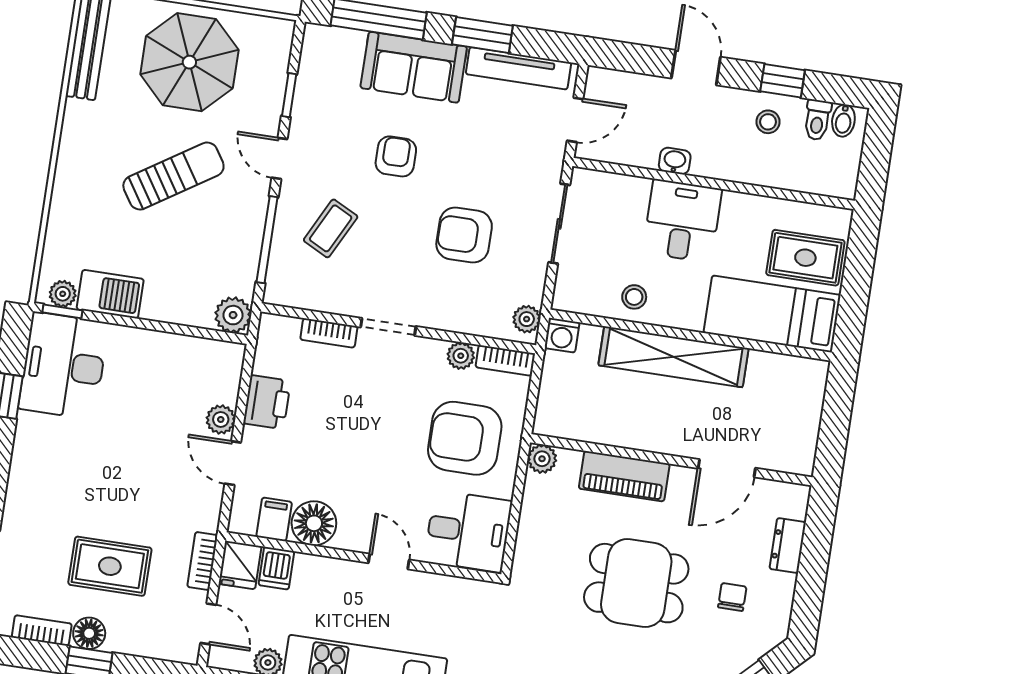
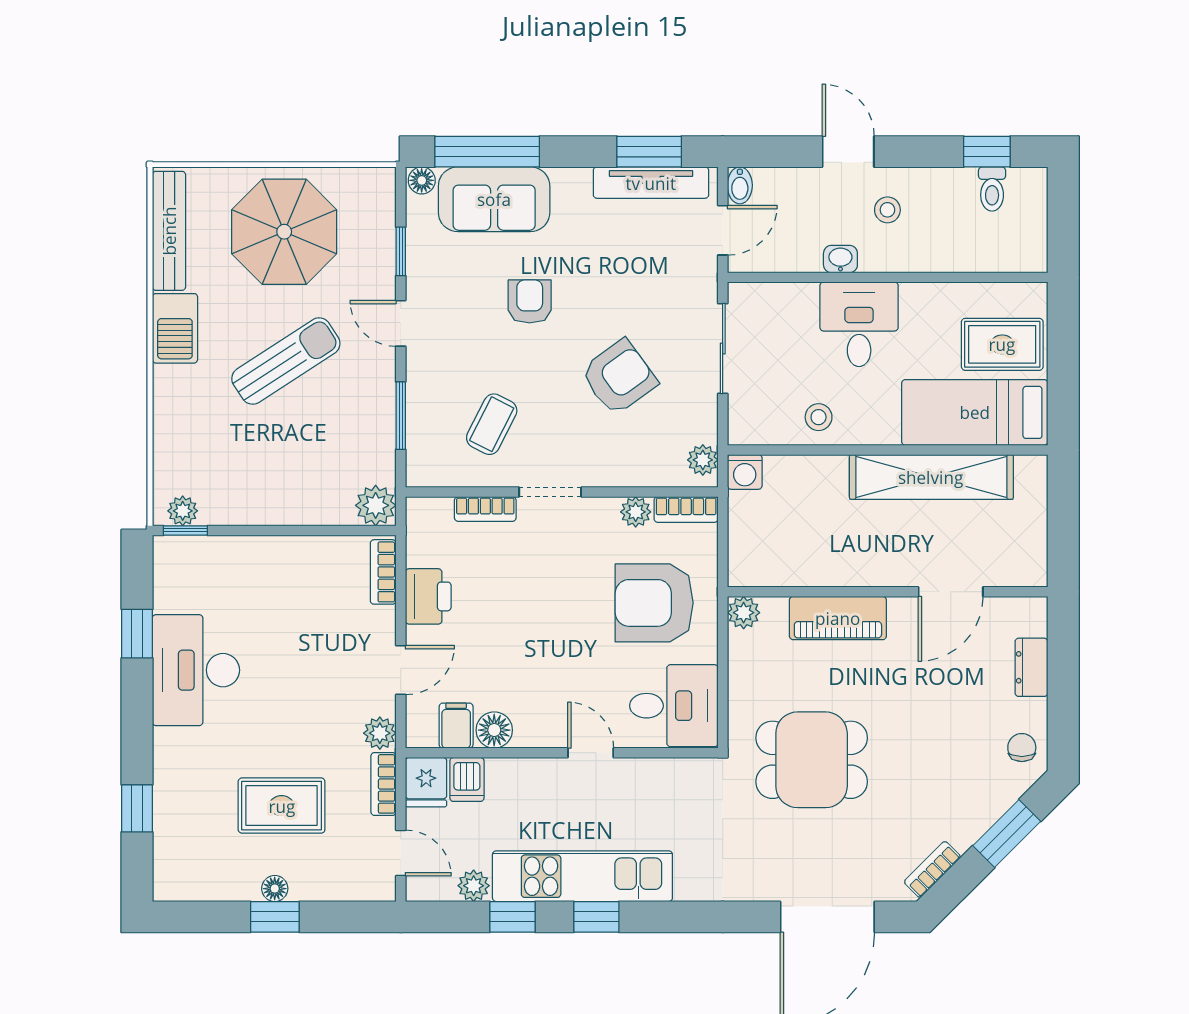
window: (482, 35) -> (649, 152), moved
floor lamp: (317, 36) -> (422, 180), added
sofa: (414, 67) -> (494, 199), moved
window: (783, 81) -> (987, 152), moved
bidet: (843, 121) -> (740, 185), moved
stool: (768, 122) -> (887, 210), moved
coffee table: (331, 228) -> (492, 424), moved
armchair: (464, 235) -> (619, 377), turned 144
window: (267, 240) -> (401, 416), width x0.69
barbecue: (110, 294) -> (175, 328), moved, turned 90
shelving: (673, 357) -> (931, 477), moved
desk: (64, 366) -> (196, 670), moved
plant: (221, 419) -> (380, 733), moved
door: (233, 463) -> (401, 670), swing flipped
floor lamp: (314, 523) -> (494, 730), width x0.73, depth x0.73
dining table: (636, 583) -> (812, 760), moved
chair: (732, 597) -> (1022, 748), moved
bookcase: (42, 631) -> (383, 572), moved, turned -90
floor lamp: (89, 633) -> (275, 889), width x0.73, depth x0.73

